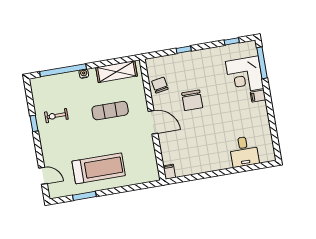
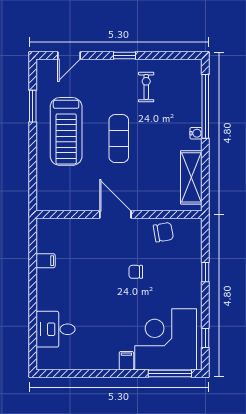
corner desk: (245, 75) -> (166, 339), width x1.36, depth x1.36
chair: (192, 100) -> (136, 272), width x0.54, depth x0.54
exercise mat: (110, 111) -> (119, 139), moved
door: (153, 122) -> (115, 215), swing flipped
window: (34, 123) -> (124, 55), moved
filing cabinet: (169, 172) -> (46, 261), moved

